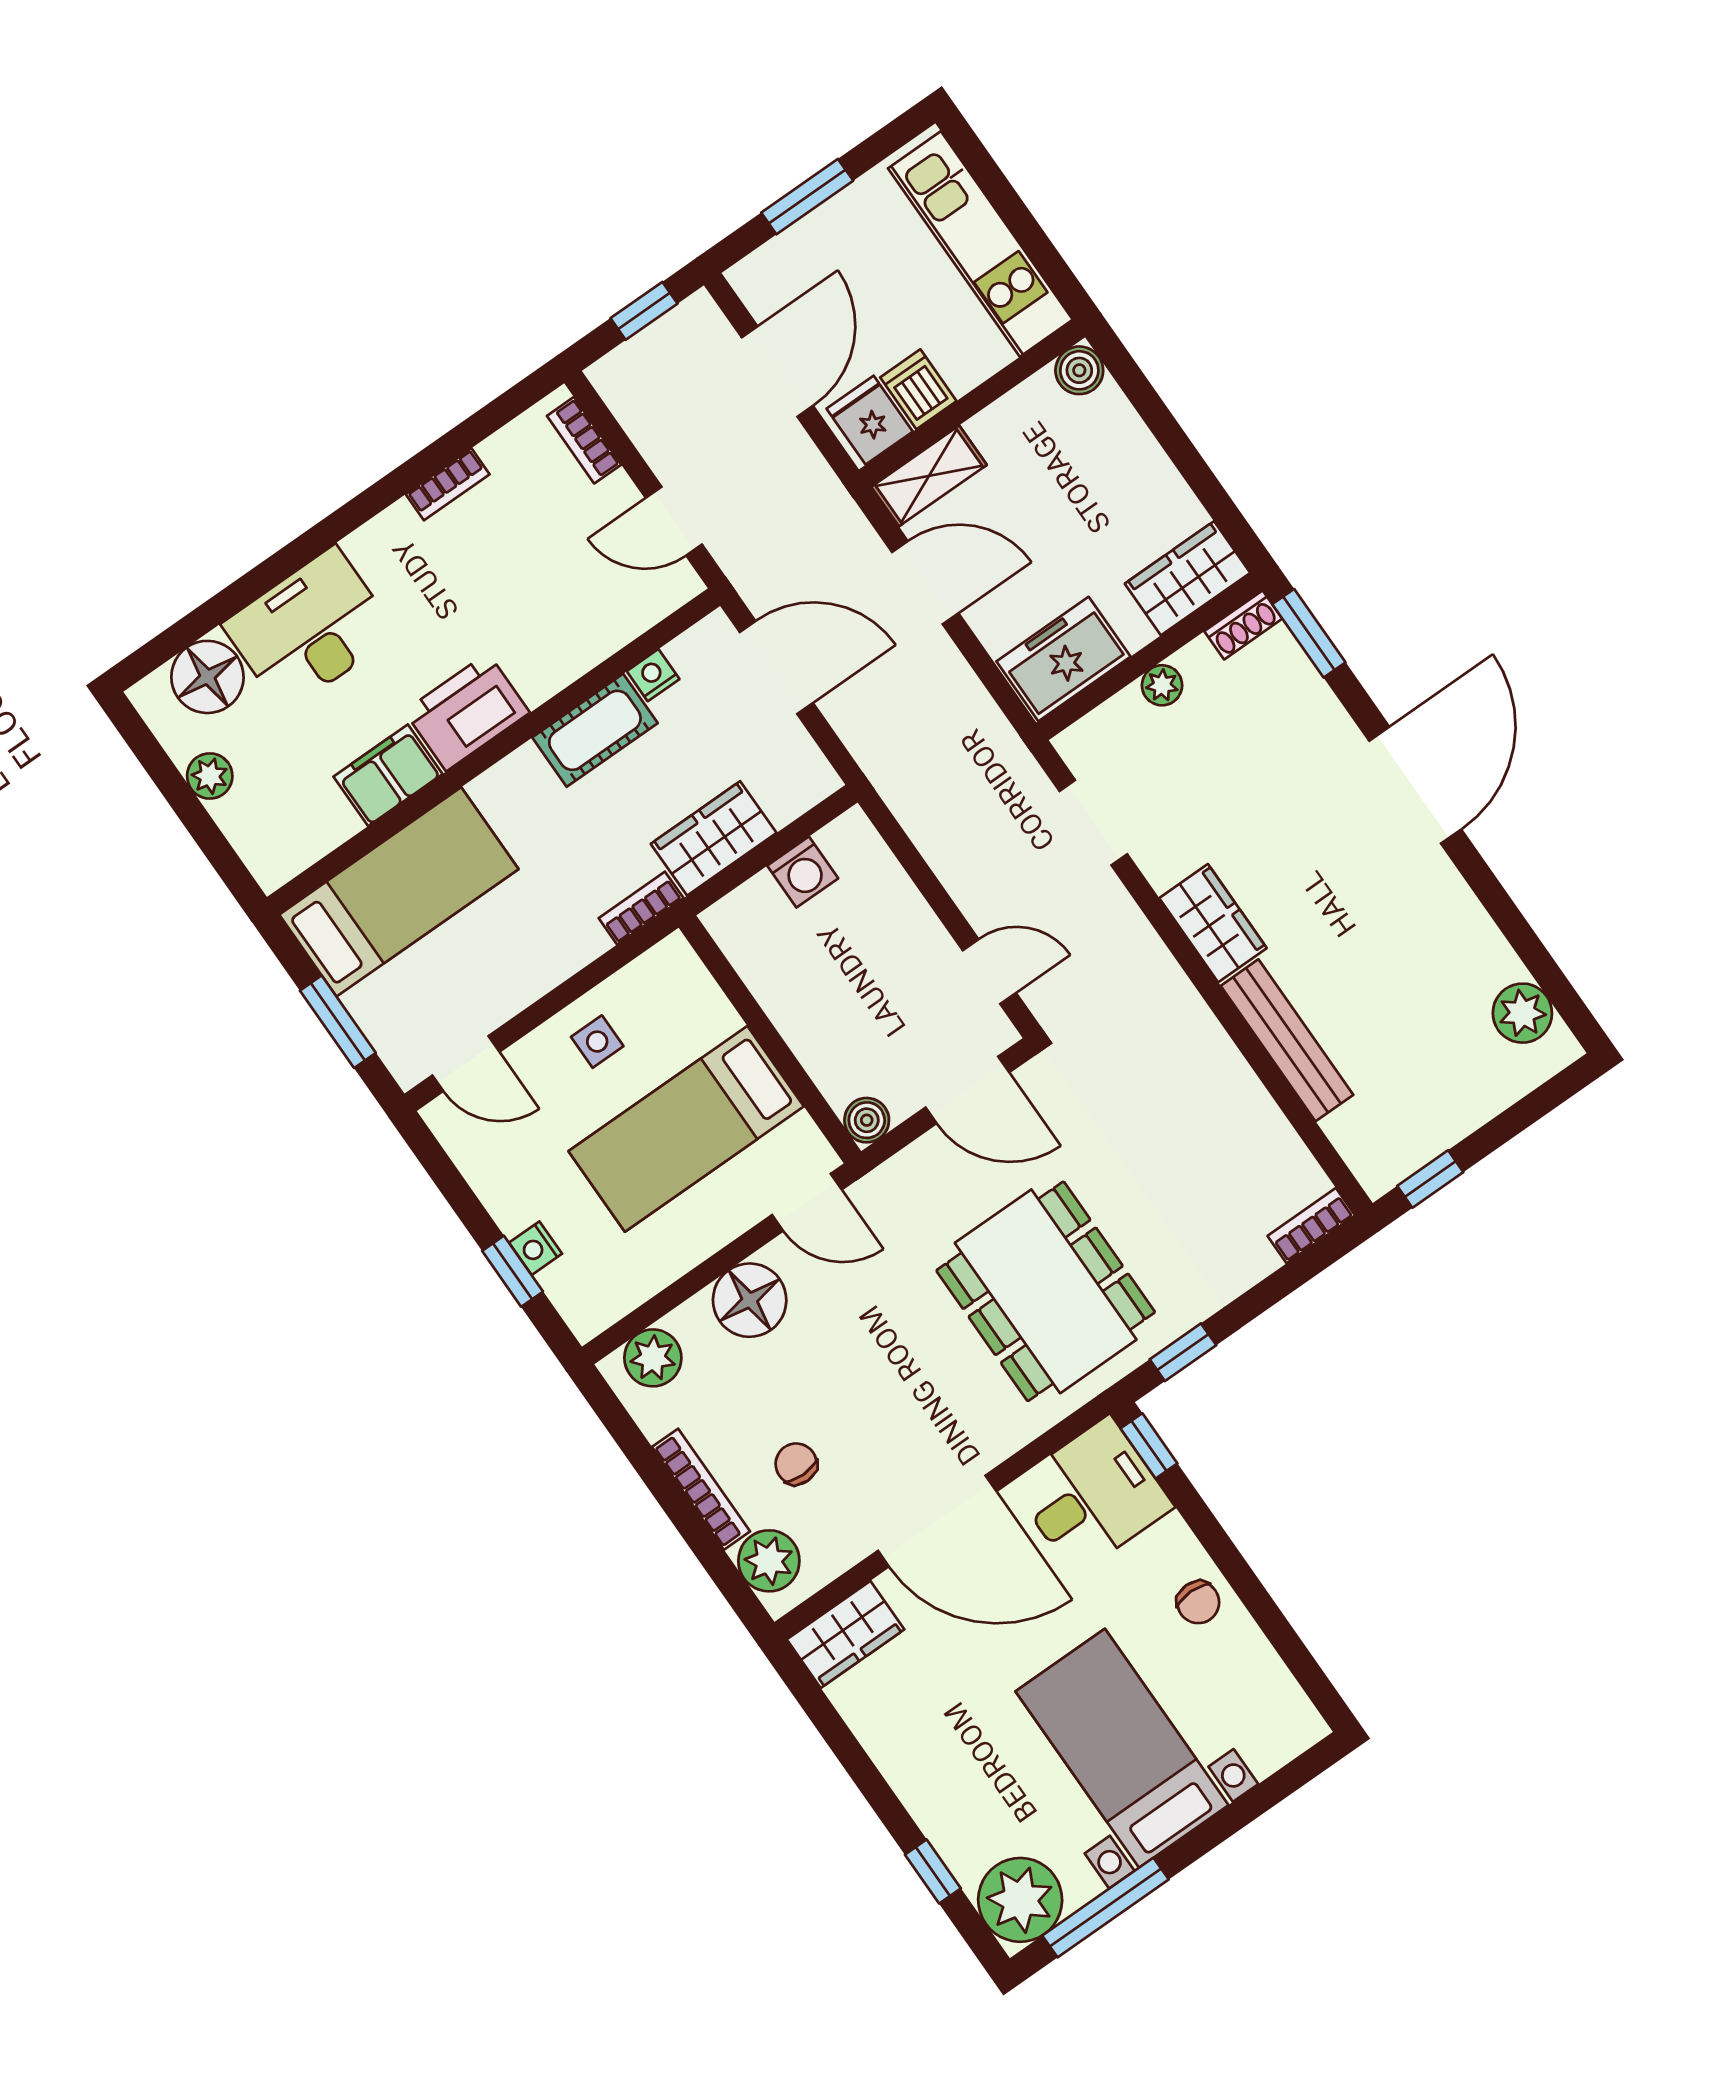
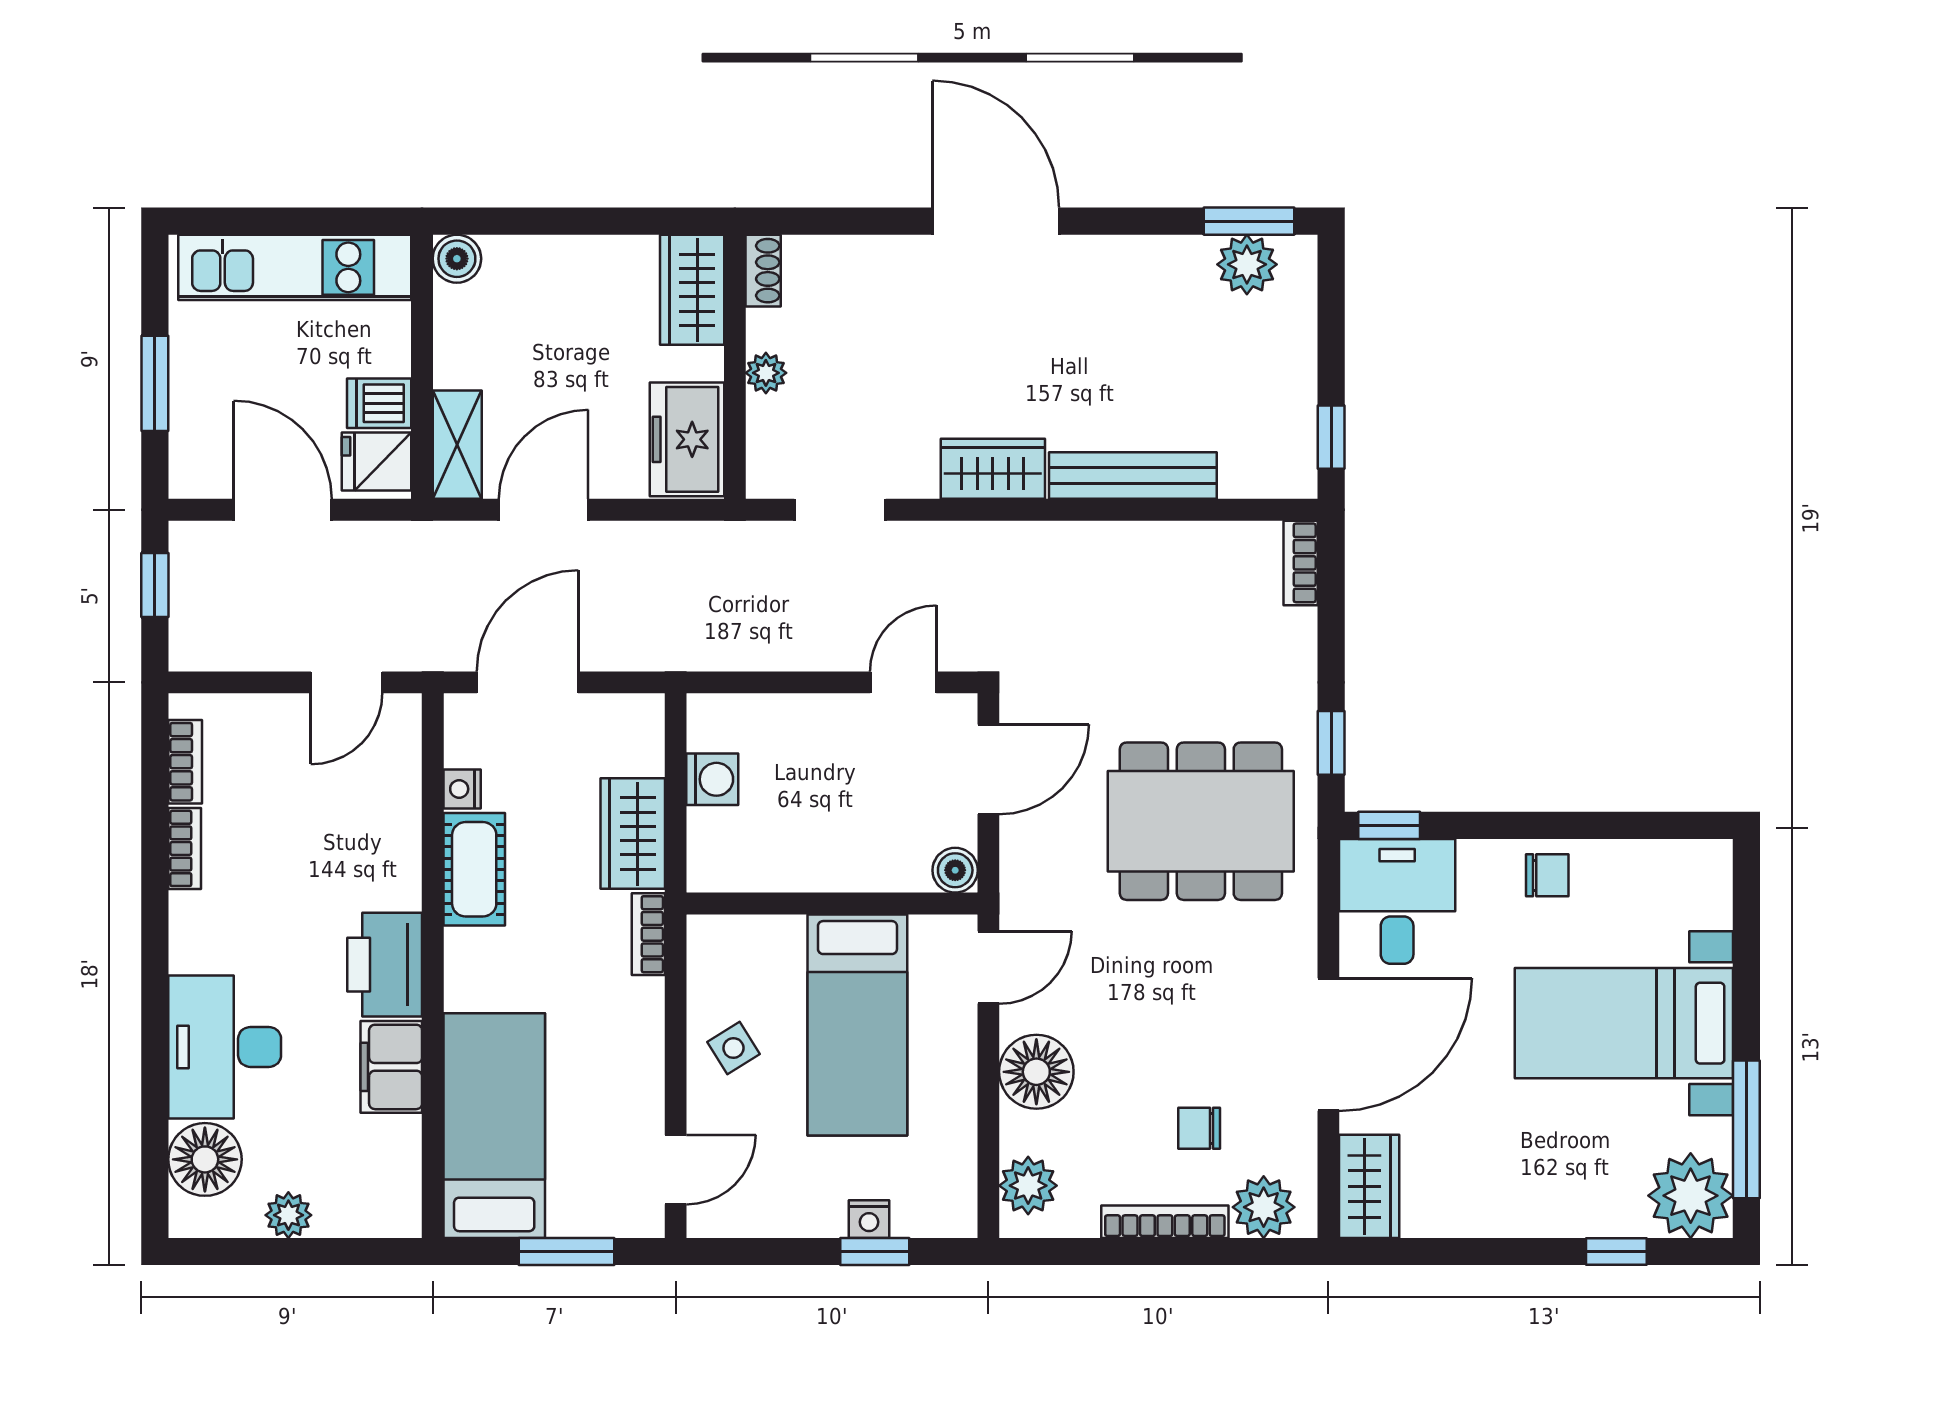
bookcase: (584, 440) -> (185, 762), moved, turned -90
window: (1309, 633) -> (1249, 221), moved
side table: (597, 1042) -> (733, 1048), turned -32

